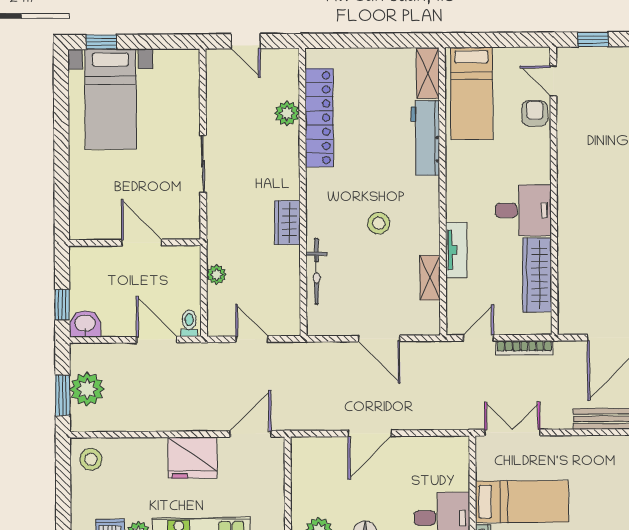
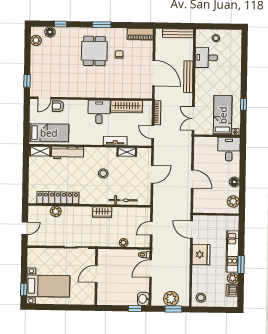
wall: (135, 243) -> (96, 277), moved
door: (142, 243) -> (96, 274), moved

